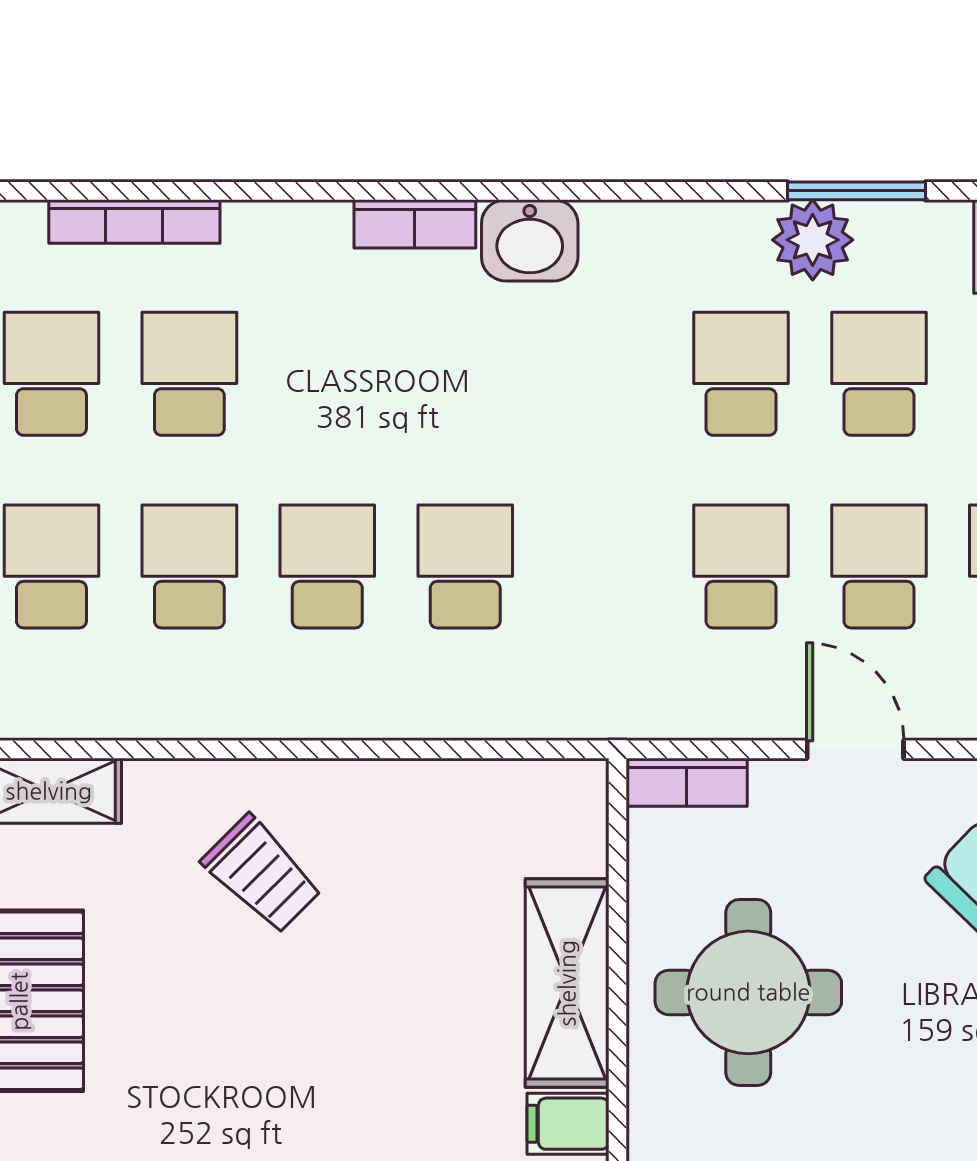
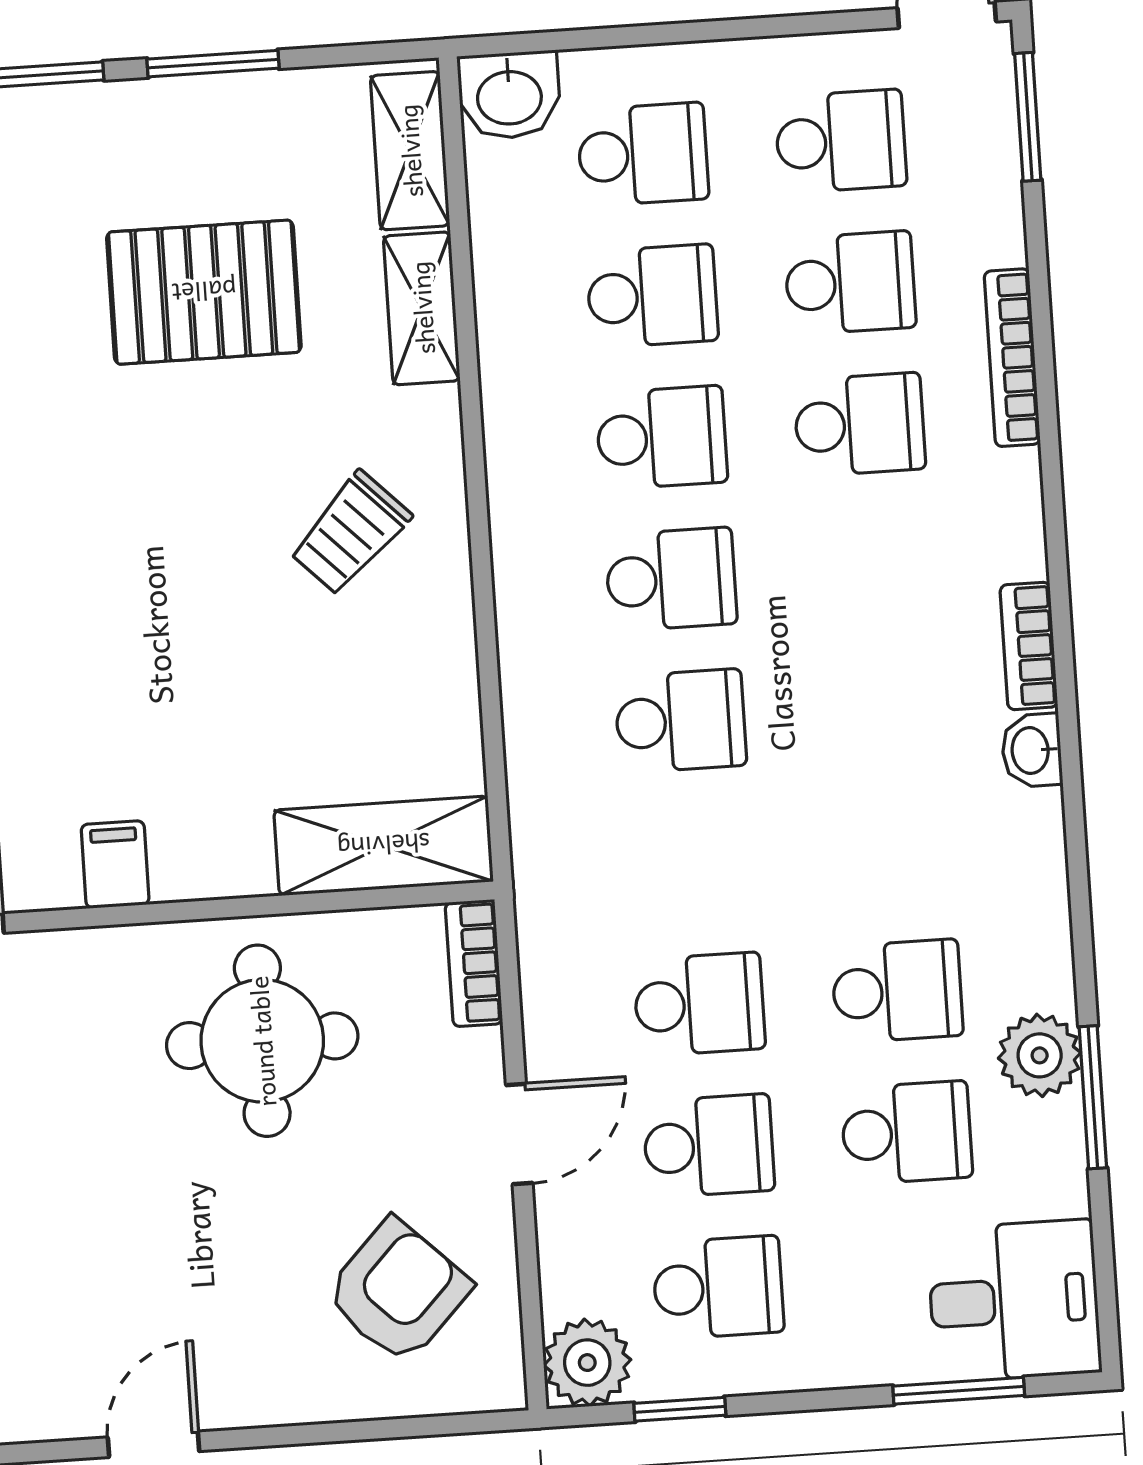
washbasin: (530, 240) -> (1032, 750), width x0.72, depth x0.69
shelving: (567, 983) -> (384, 846), moved

